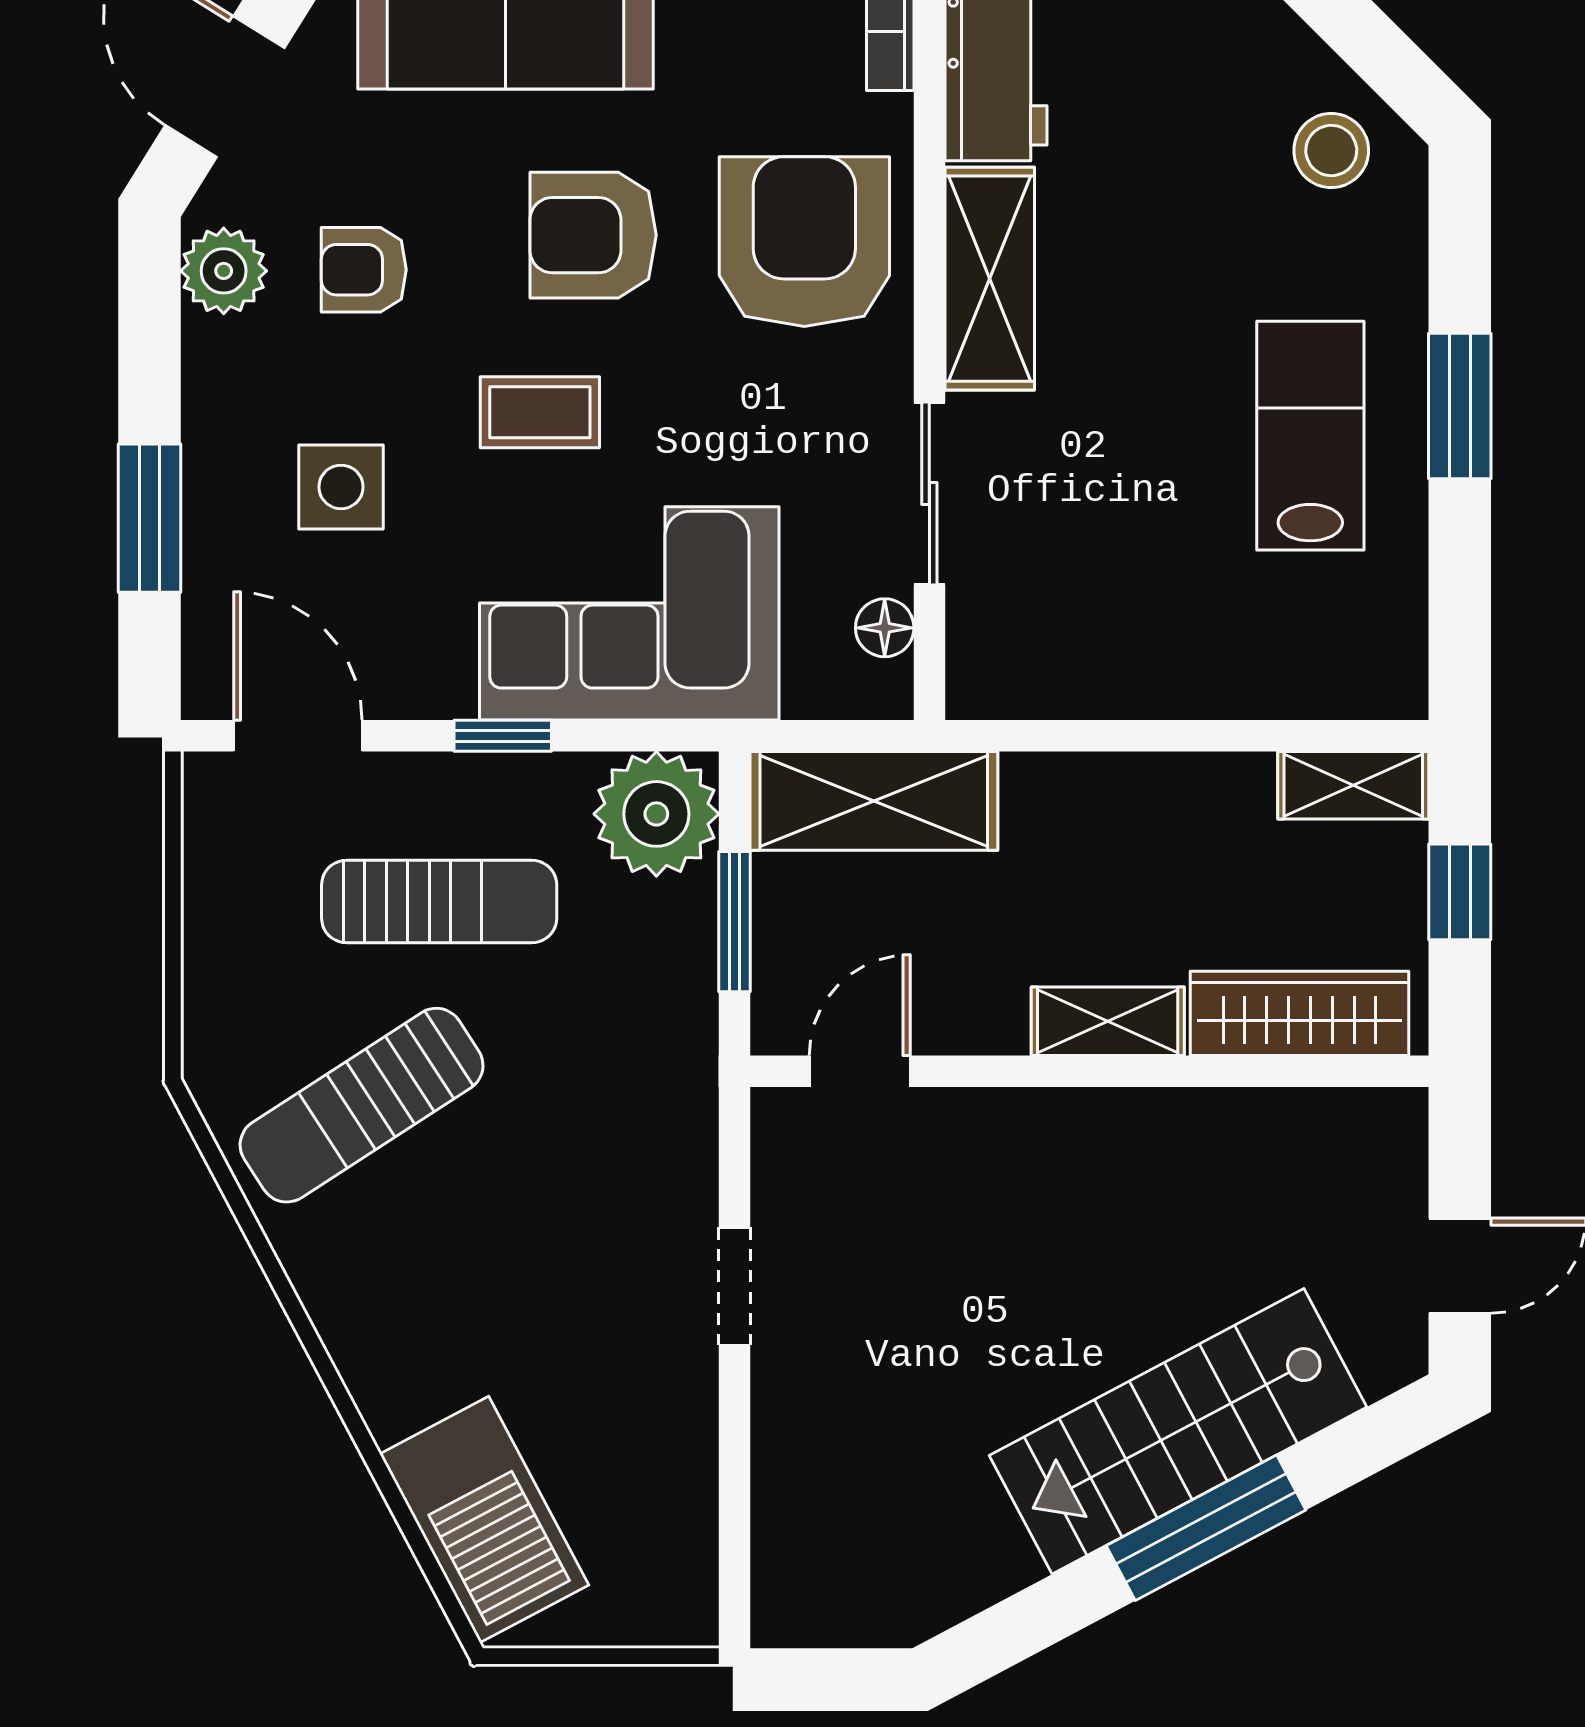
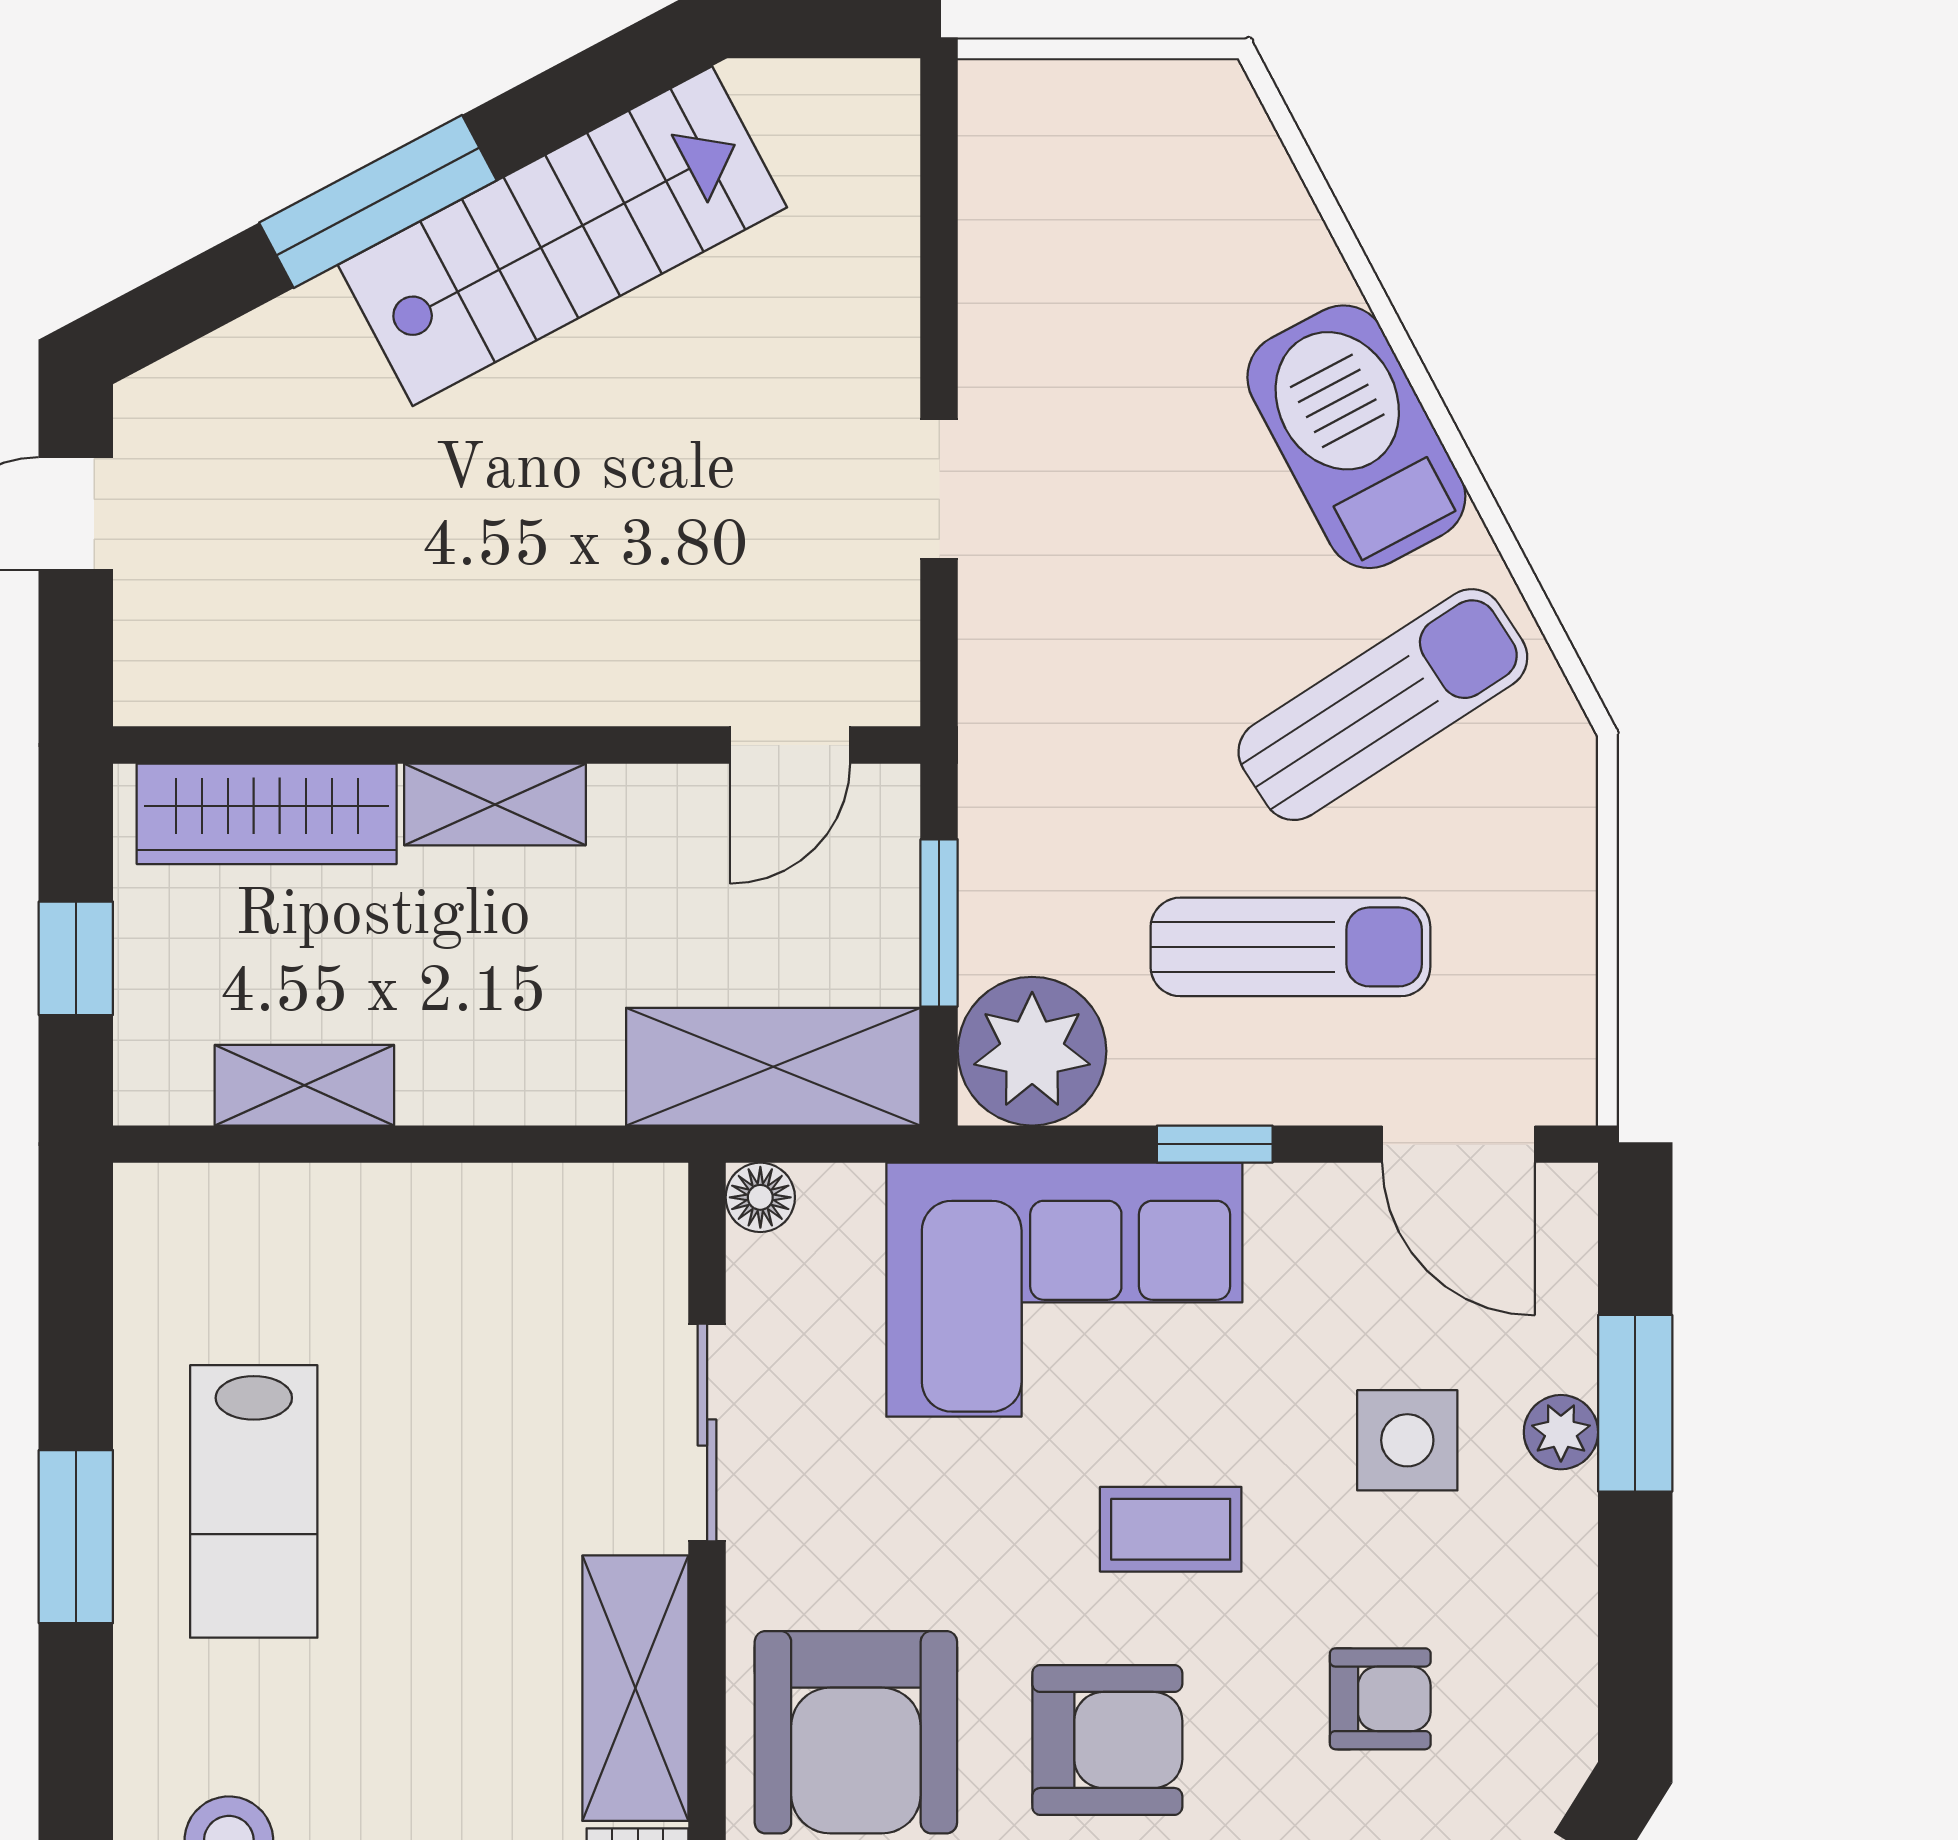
plant: (224, 271) -> (1561, 1432), moved, width x0.73, depth x0.73
floor lamp: (885, 628) -> (760, 1197), moved
shelving: (1353, 785) -> (304, 1085), moved
sun lounger: (439, 902) -> (1290, 947), turned 180
stairs: (1178, 1431) -> (562, 236), moved
barbecue: (484, 1519) -> (1356, 437), moved

